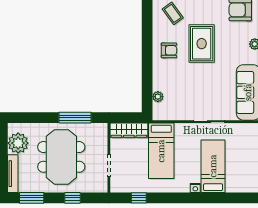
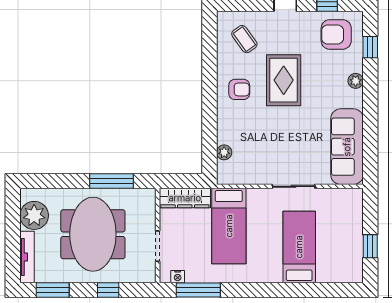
nightstand: (195, 188) -> (178, 277), moved
window: (139, 198) -> (198, 290), width x2.17

